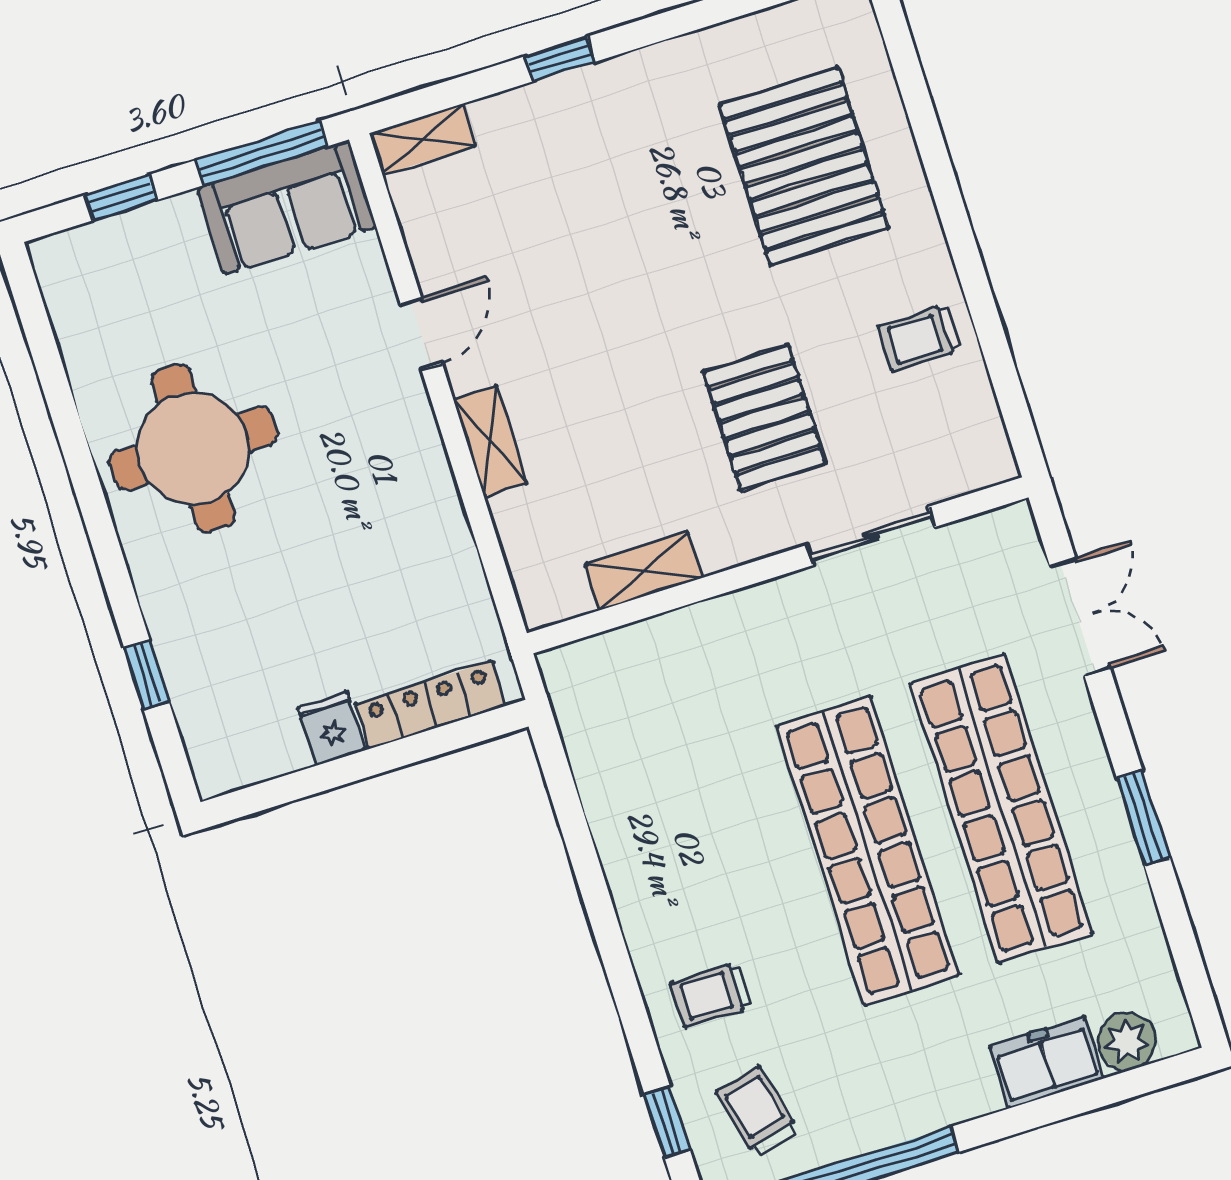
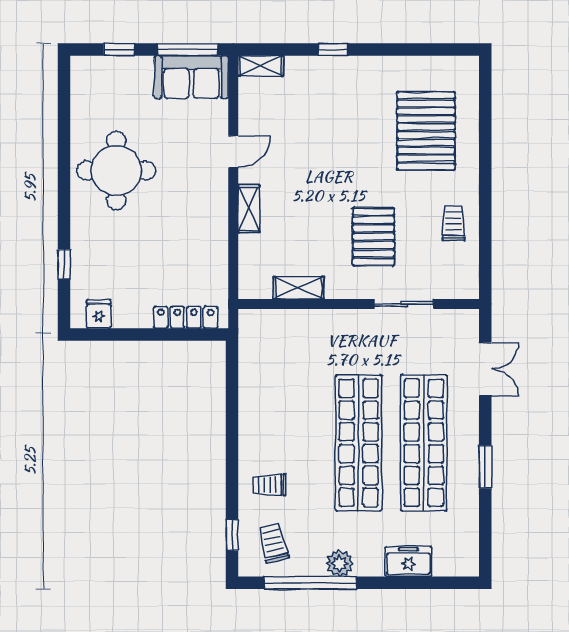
trolley: (920, 338) -> (453, 223), turned 90
fridge: (332, 729) -> (99, 314), moved
plant: (1127, 1041) -> (340, 563), moved

